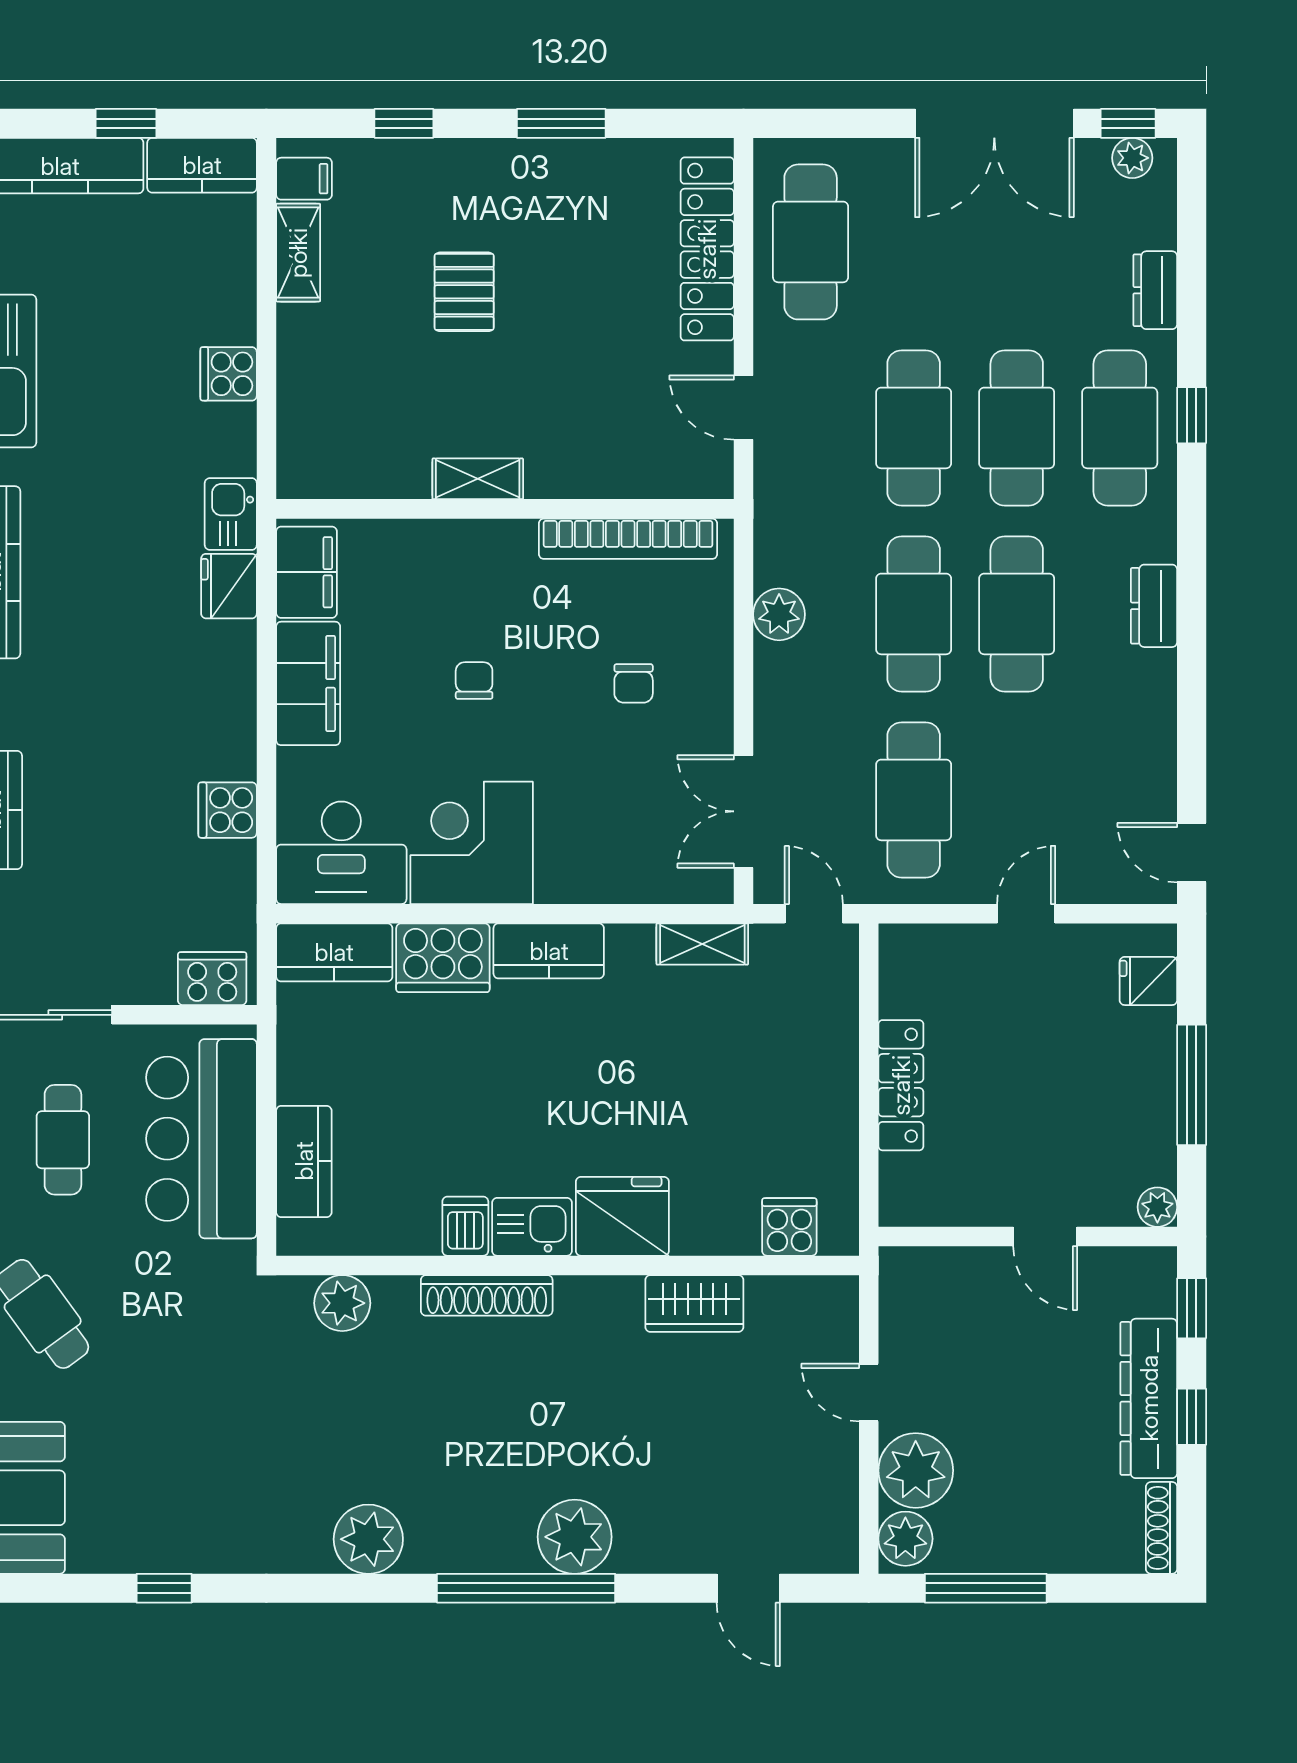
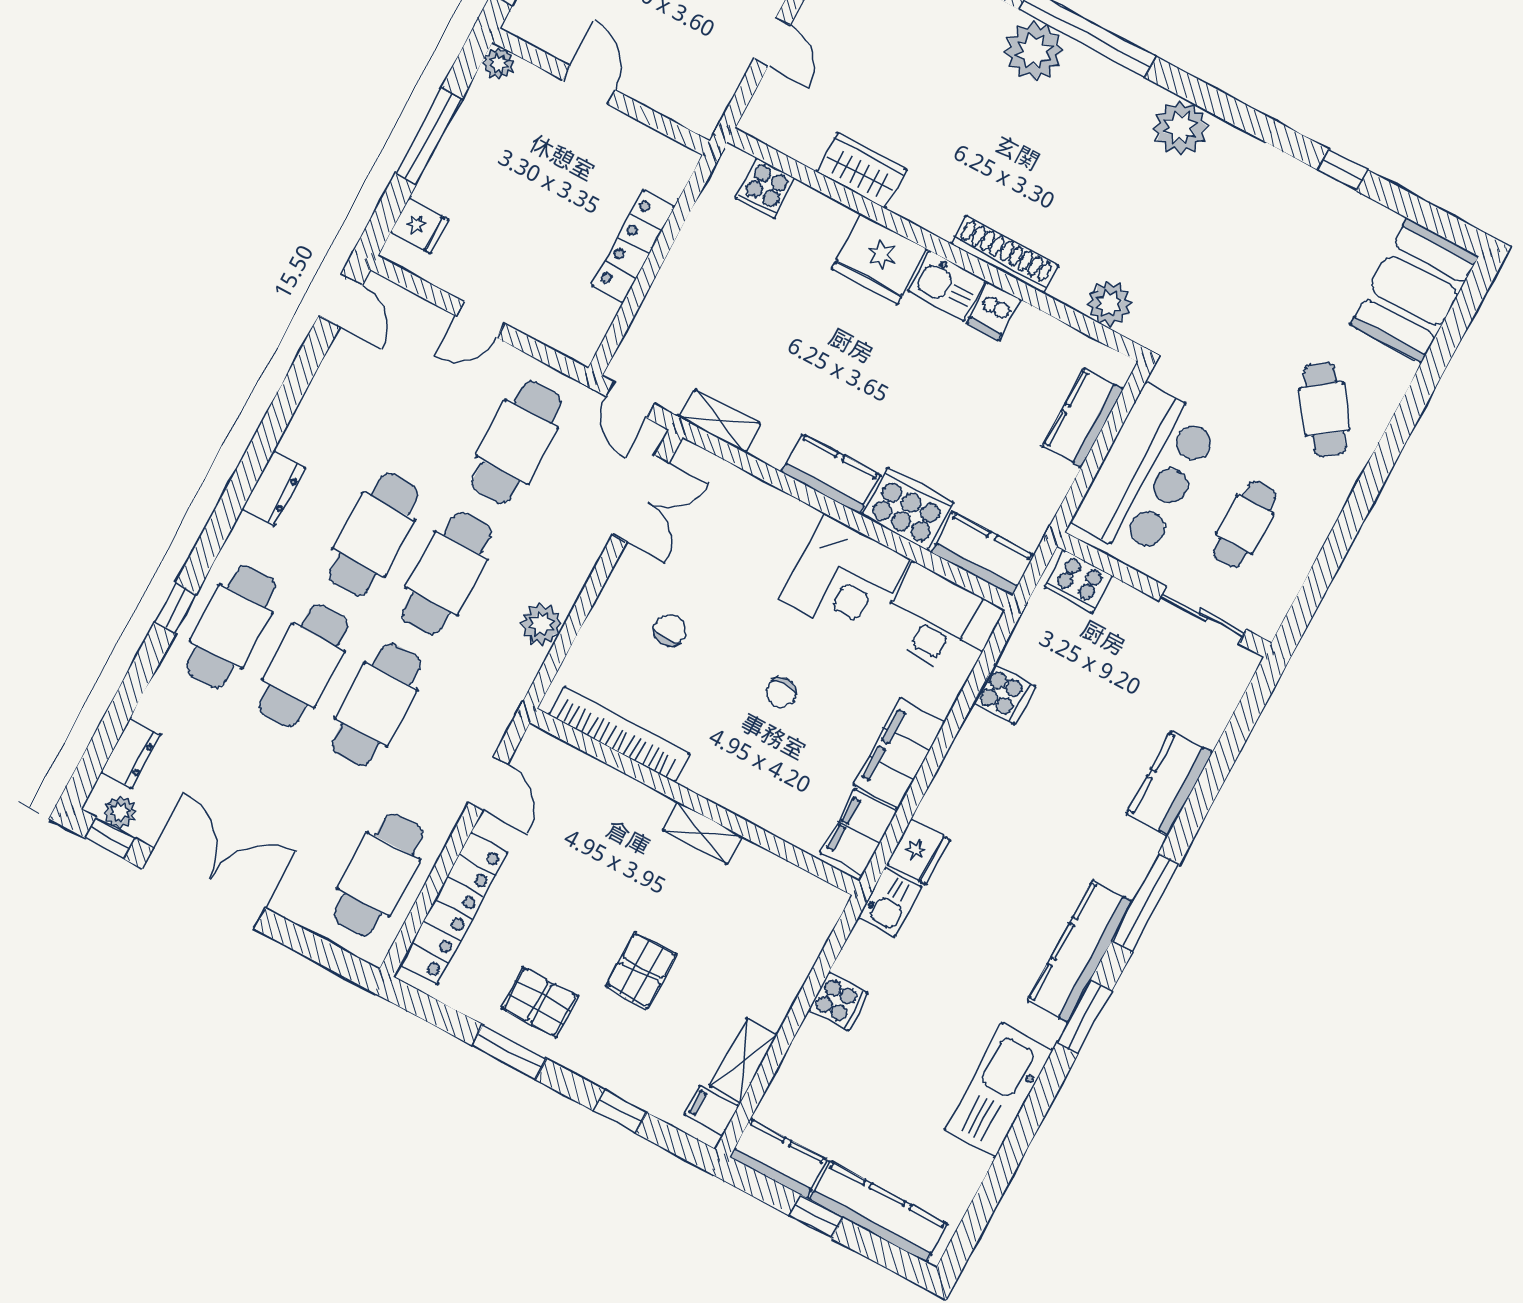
pallet: (557, 197) -> (540, 1002), added
dresser: (1155, 290) -> (131, 753), moved

